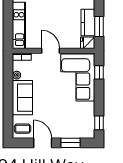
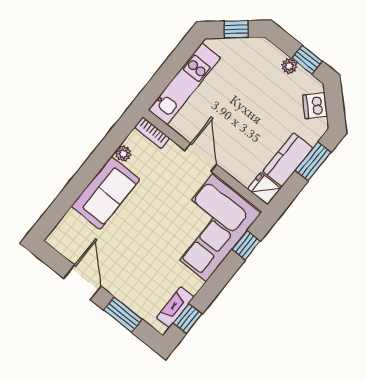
window: (99, 27) -> (313, 161), moved
fireplace: (90, 122) -> (175, 307), added
coffee table: (23, 129) -> (70, 238), removed

